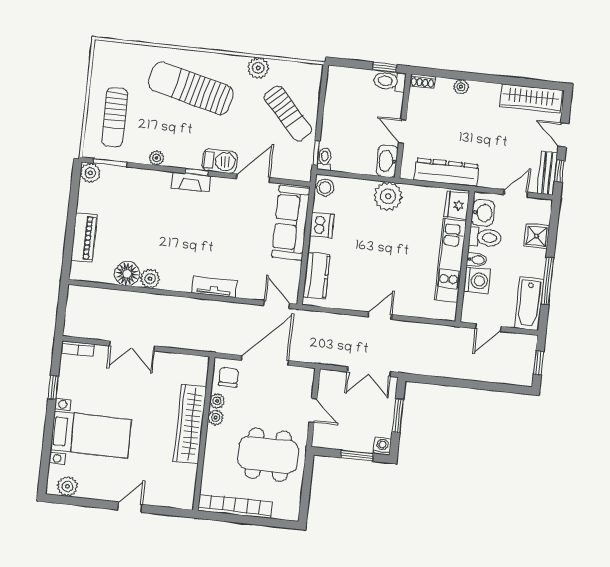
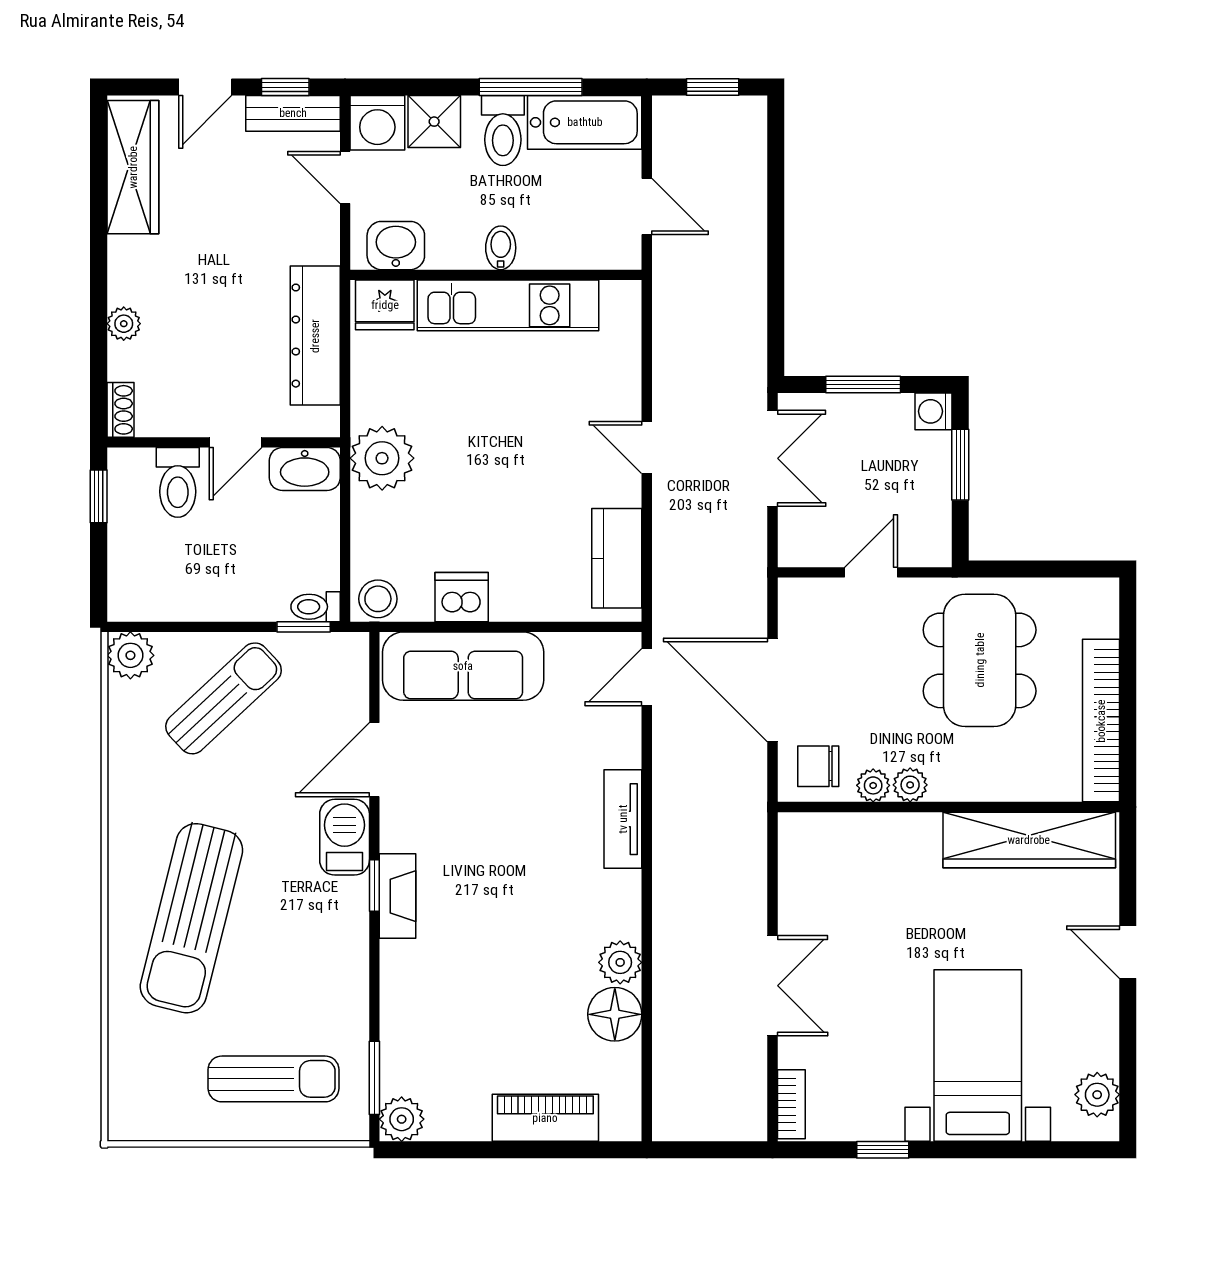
plant: (258, 68) -> (130, 655), moved
toilet: (390, 81) -> (178, 482), moved
plant: (157, 158) -> (353, 977), removed
door: (253, 178) -> (374, 760), hinge flipped
toilet: (485, 237) -> (503, 131), moved, turned 180
kitchen counter: (316, 276) -> (617, 558), moved, turned -90
washing machine: (477, 281) -> (377, 123), moved, turned 180
wardrobe: (190, 424) -> (1029, 840), moved

